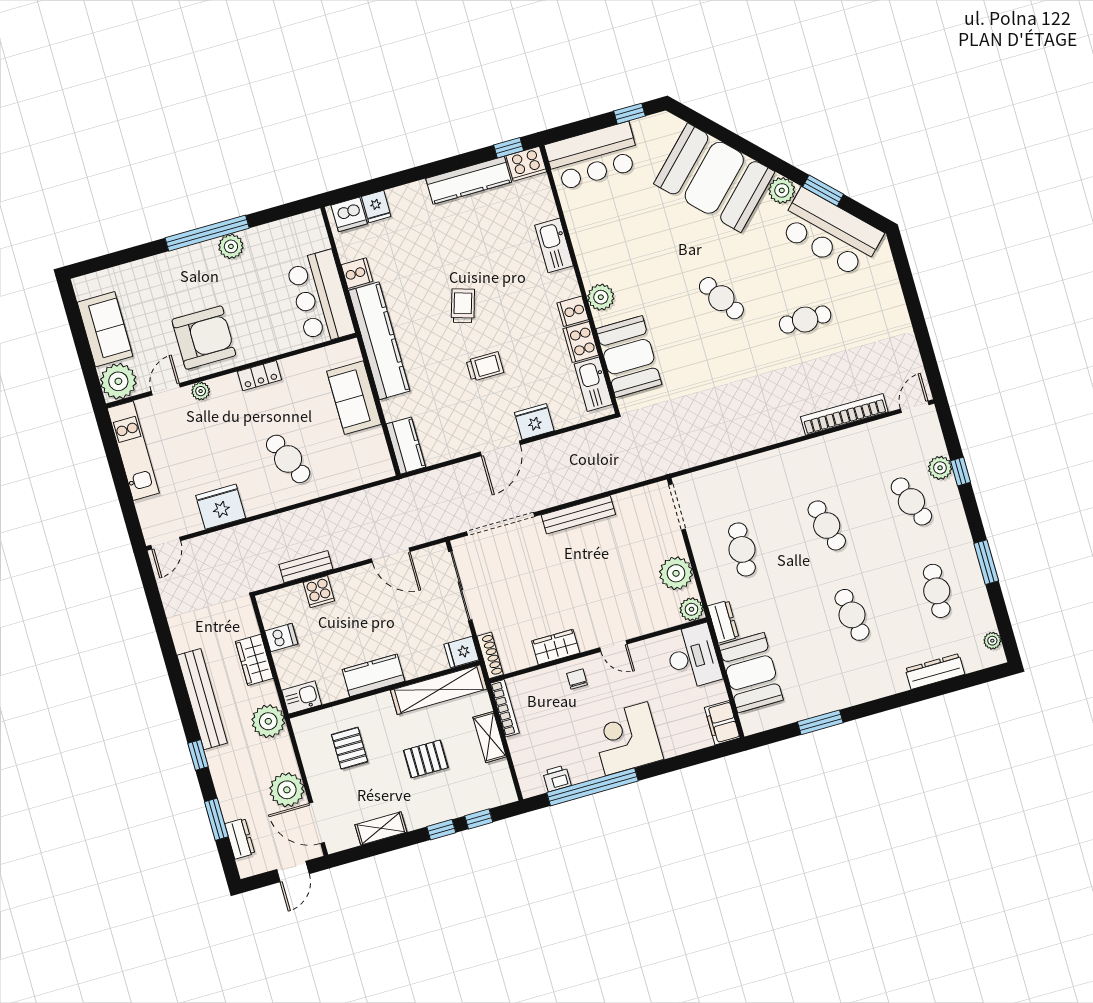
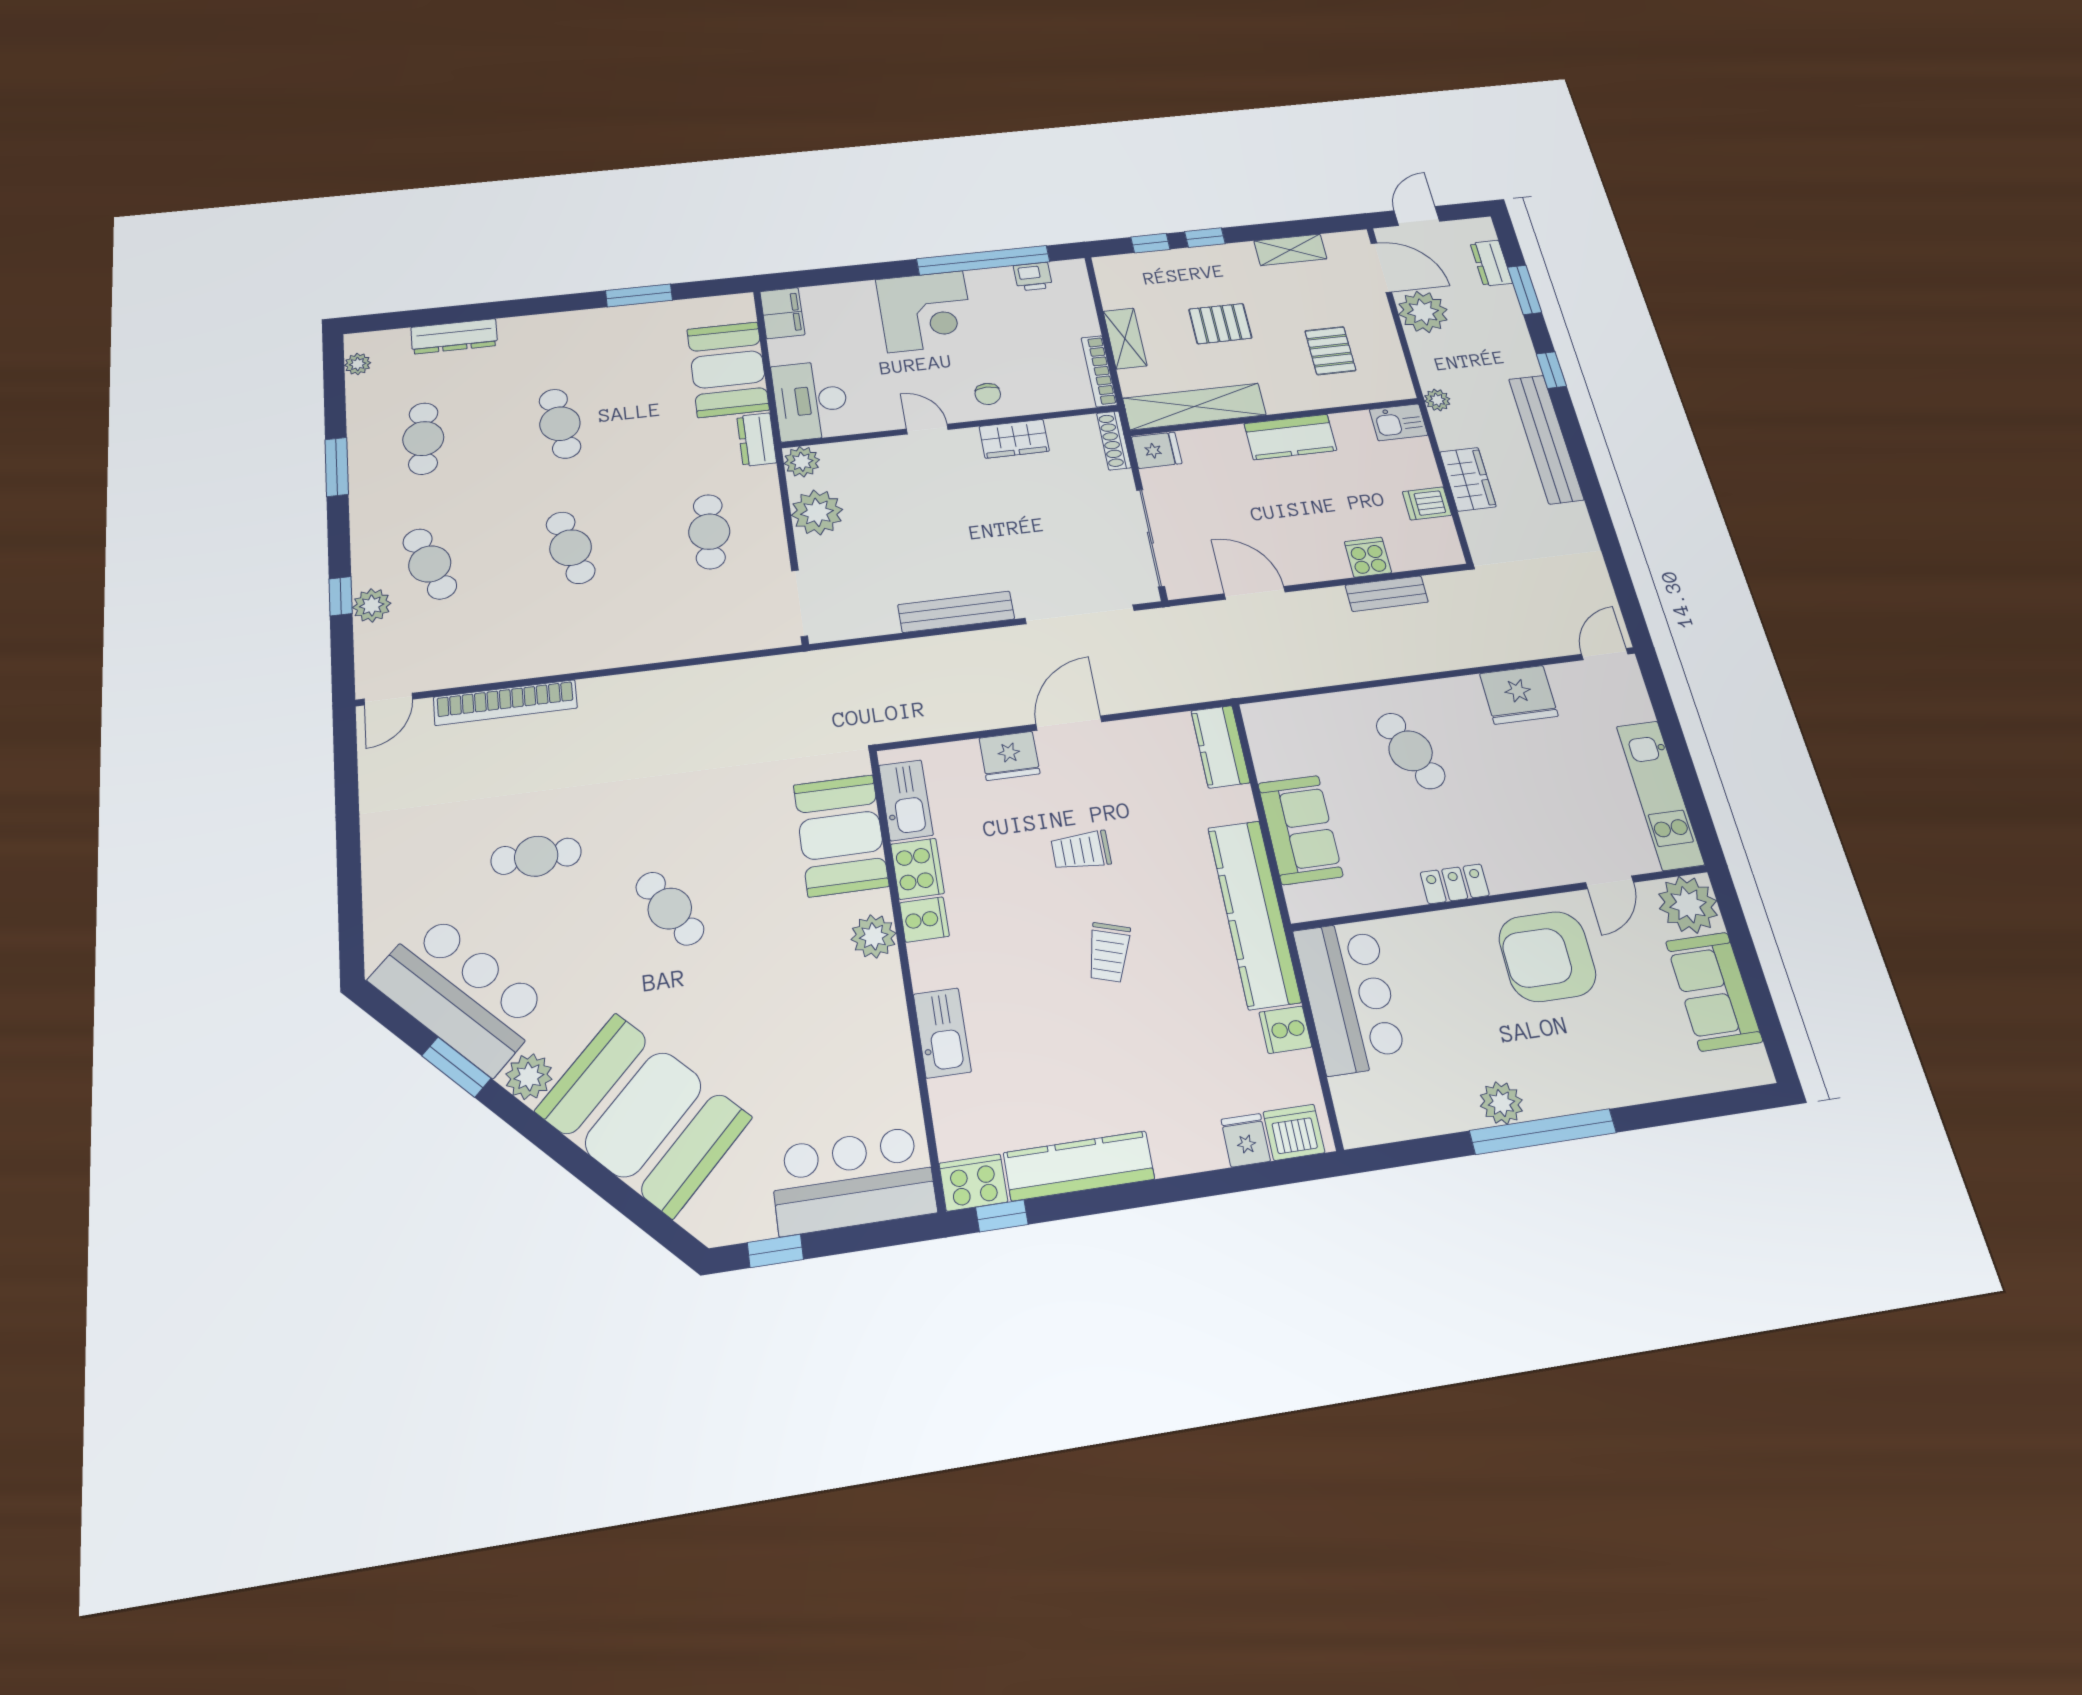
plant: (201, 391) -> (1552, 872), removed
plant: (268, 721) -> (1437, 400), width x0.53, depth x0.53

